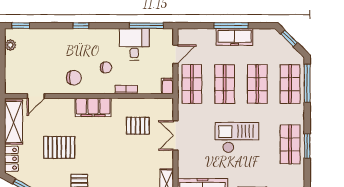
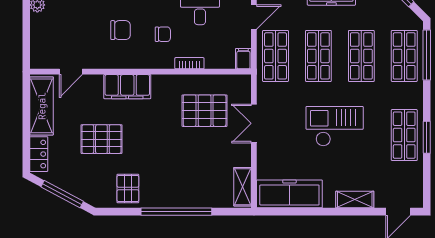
chair: (74, 78) -> (120, 30), moved
filing cabinet: (93, 107) -> (127, 87), moved
pallet: (138, 126) -> (205, 111), width x1.50, depth x1.42

